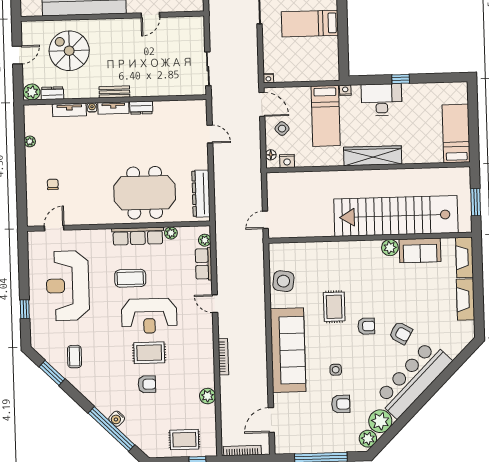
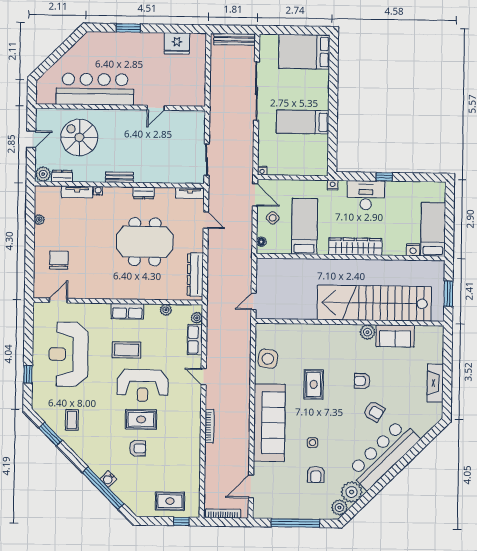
tv unit: (113, 108) -> (190, 193), moved
bed: (326, 116) -> (304, 226), moved, turned 180
nightstand: (287, 161) -> (413, 250), moved
chair: (53, 184) -> (59, 260), width x1.87, depth x1.87
meeting table: (145, 193) -> (145, 242), moved
row of seats: (138, 236) -> (127, 311), width x0.68
fireplace: (465, 257) -> (436, 344), removed
armchair: (366, 326) -> (362, 381), moved, turned 180
plant: (208, 396) -> (193, 462), removed
armchair: (341, 404) -> (316, 474), turned 90

